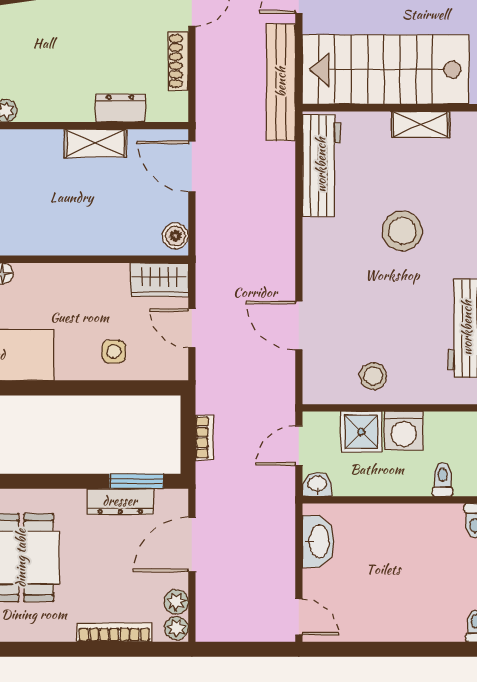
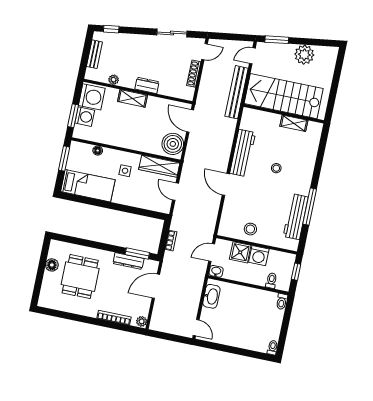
dresser: (120, 108) -> (147, 85), moved
shelving: (96, 143) -> (133, 98), moved
workbench: (321, 165) -> (243, 153), moved
stool: (402, 231) -> (276, 168), width x0.53, depth x0.53
boiler: (175, 236) -> (173, 144), width x1.86, depth x1.86
wardrobe: (159, 280) -> (159, 166), width x1.50
door: (299, 325) -> (226, 184), moved
side table: (114, 352) -> (125, 171), moved
plant: (176, 602) -> (144, 310), removed

